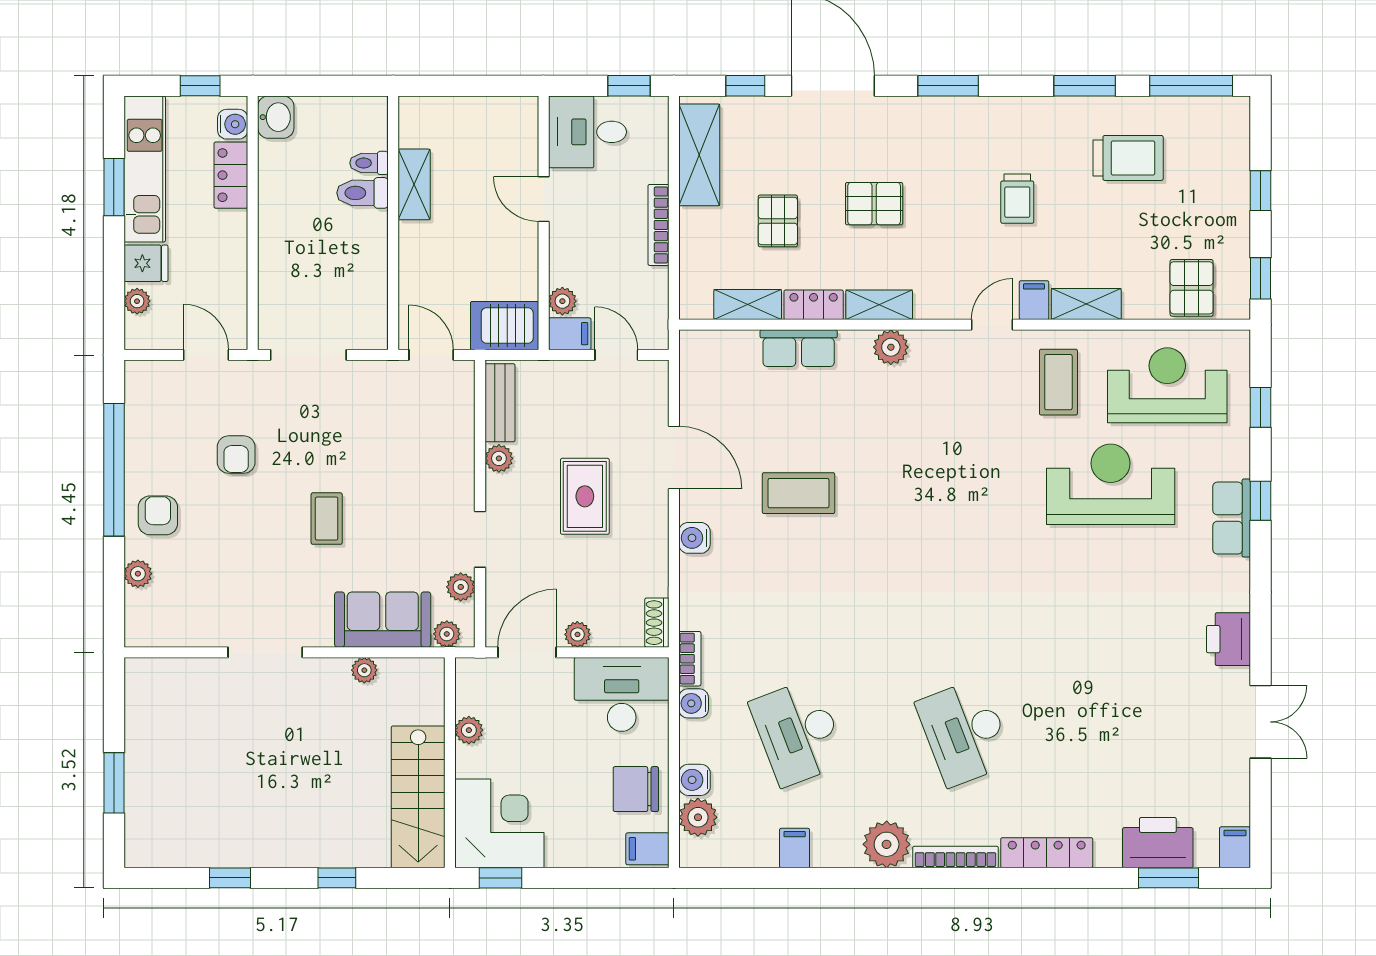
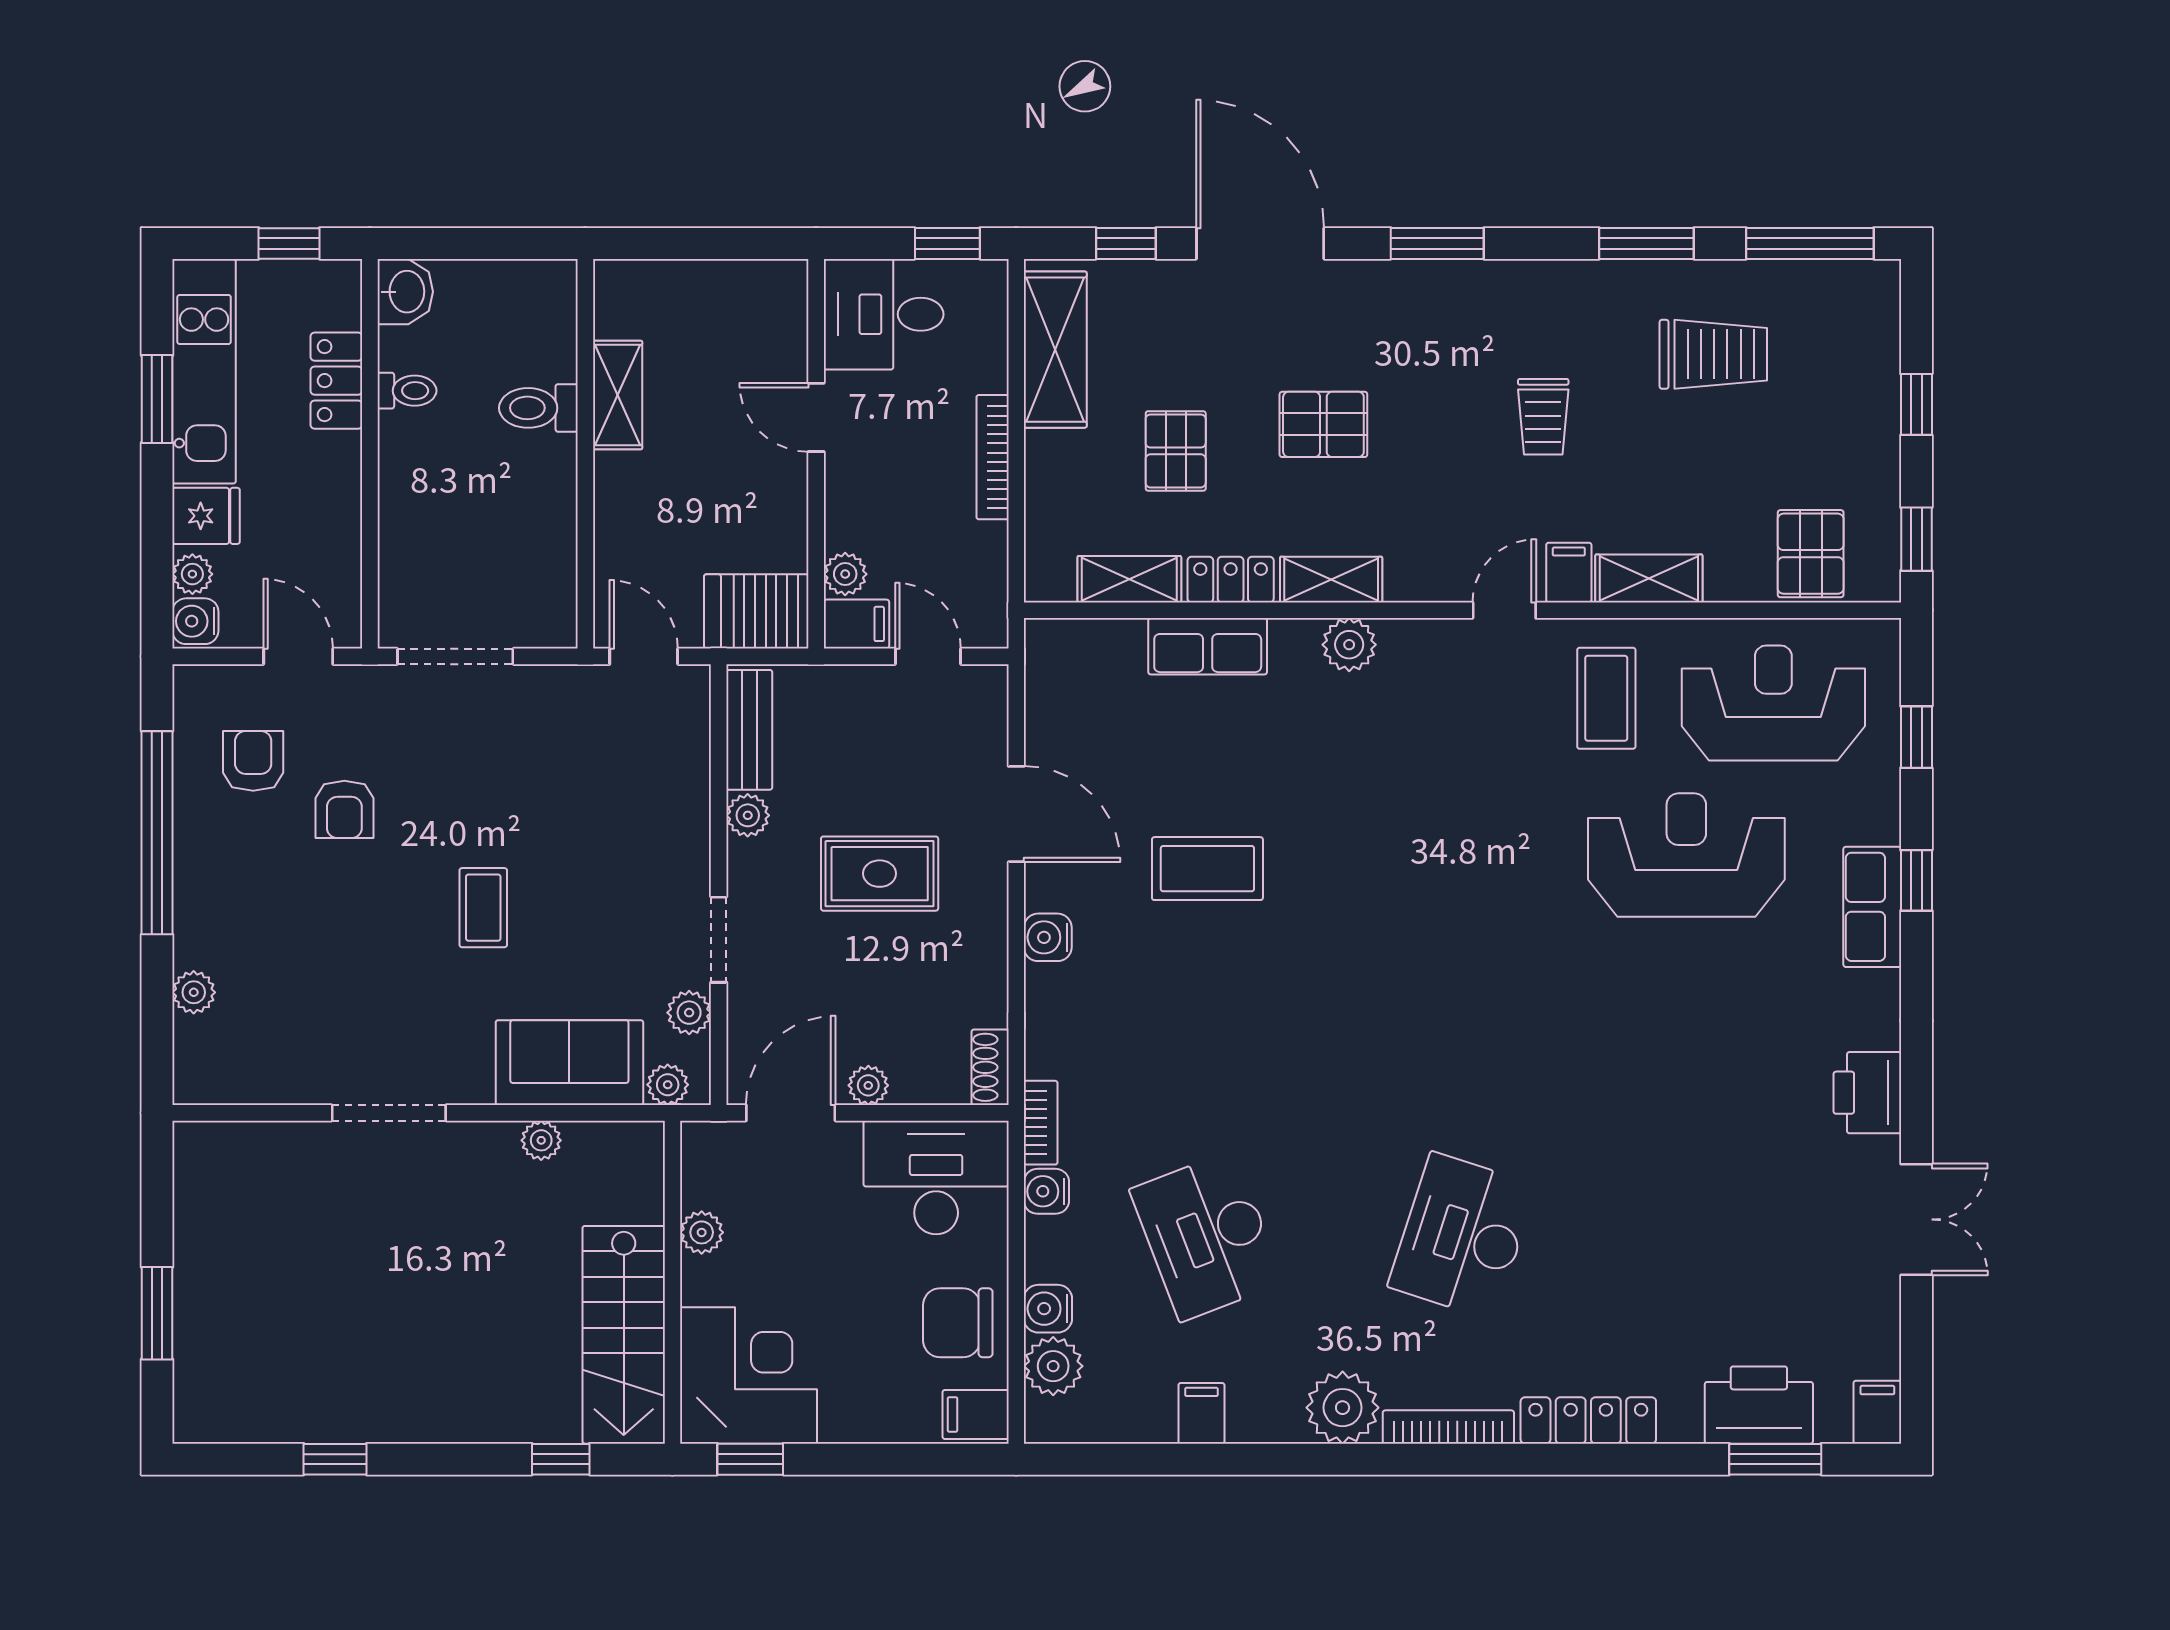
water cooler: (233, 124) -> (195, 621), moved, turned 180
toilet: (369, 163) -> (407, 391), moved, turned 180
rug: (585, 496) -> (880, 874), turned 90
armchair: (158, 515) -> (253, 761), moved
desk: (965, 733) -> (1462, 1236), turned 39
window: (337, 878) -> (561, 1459), moved

